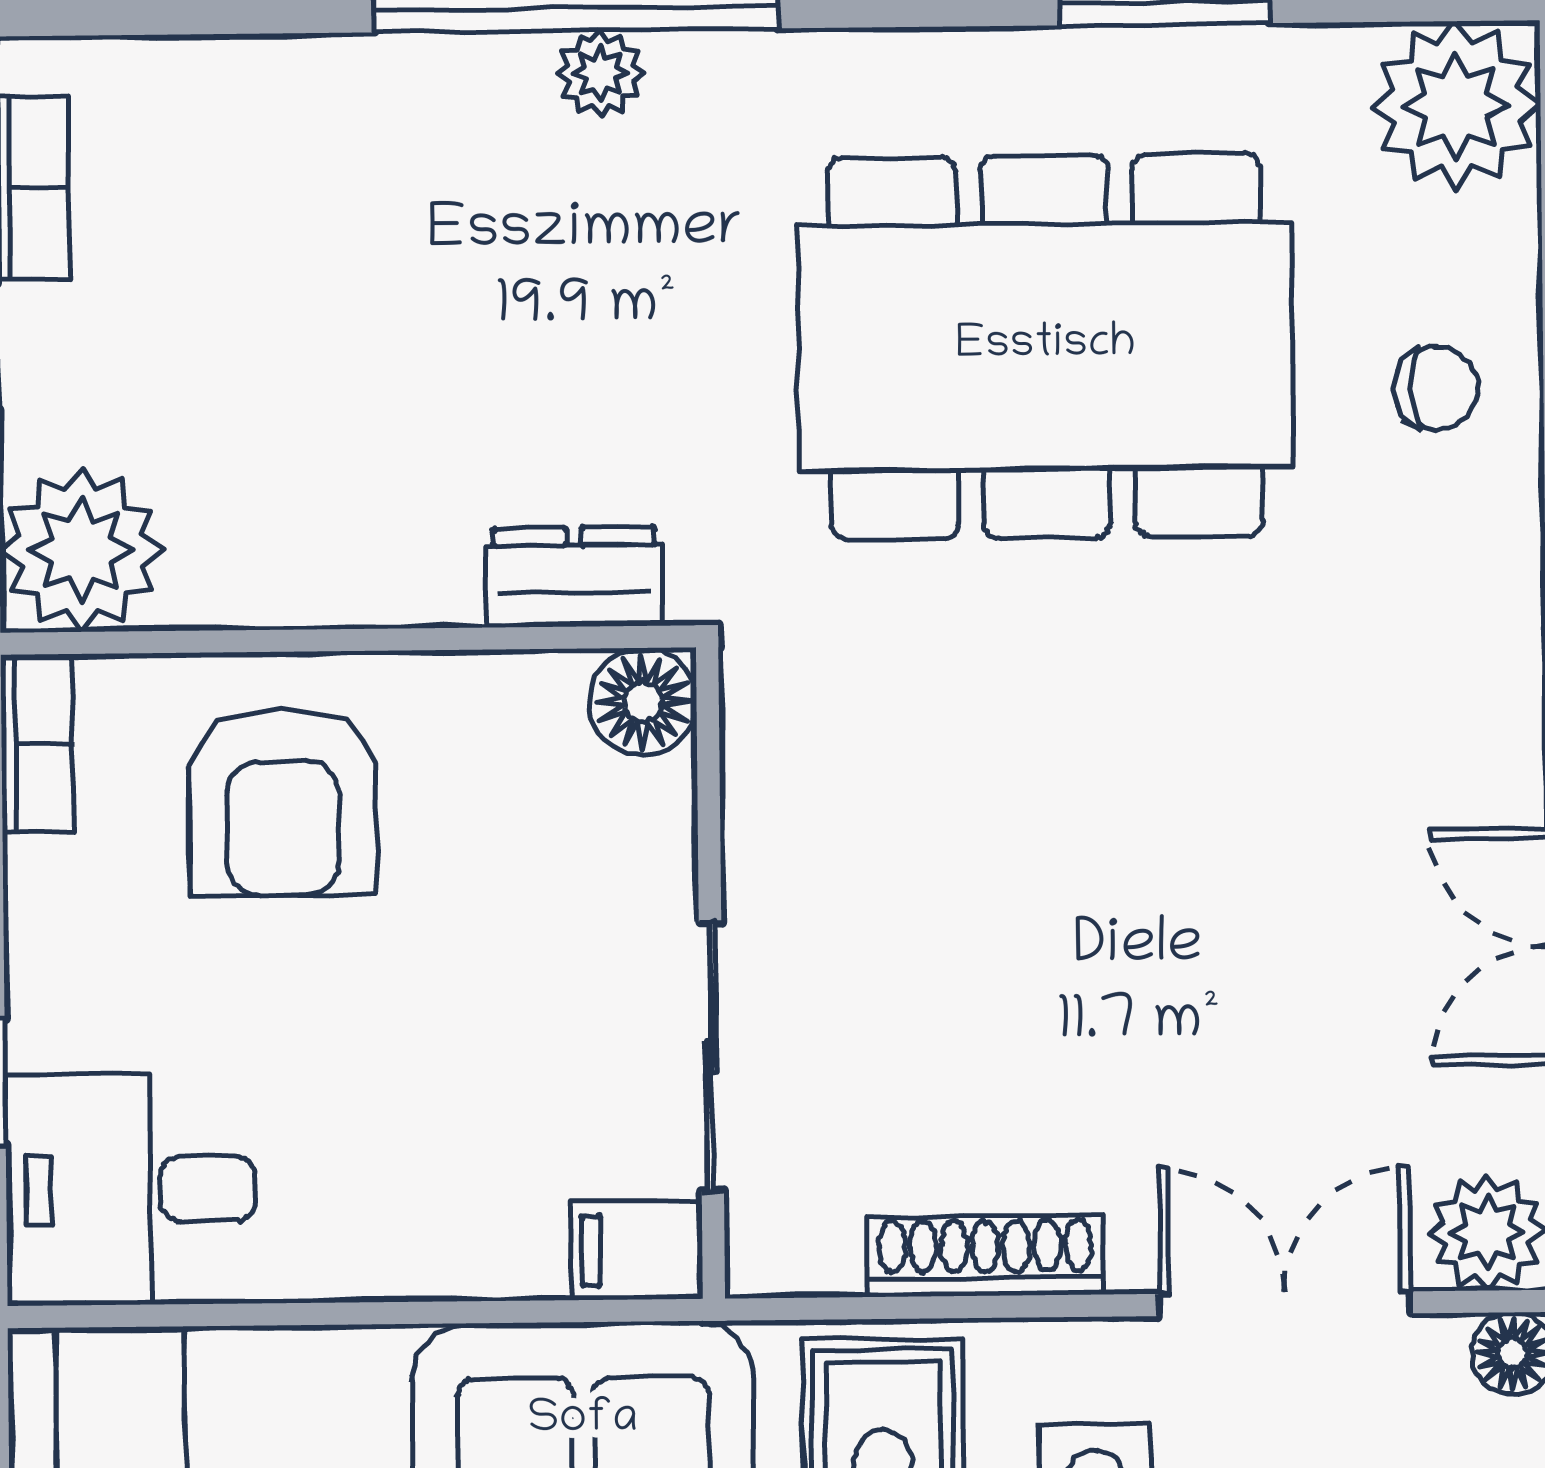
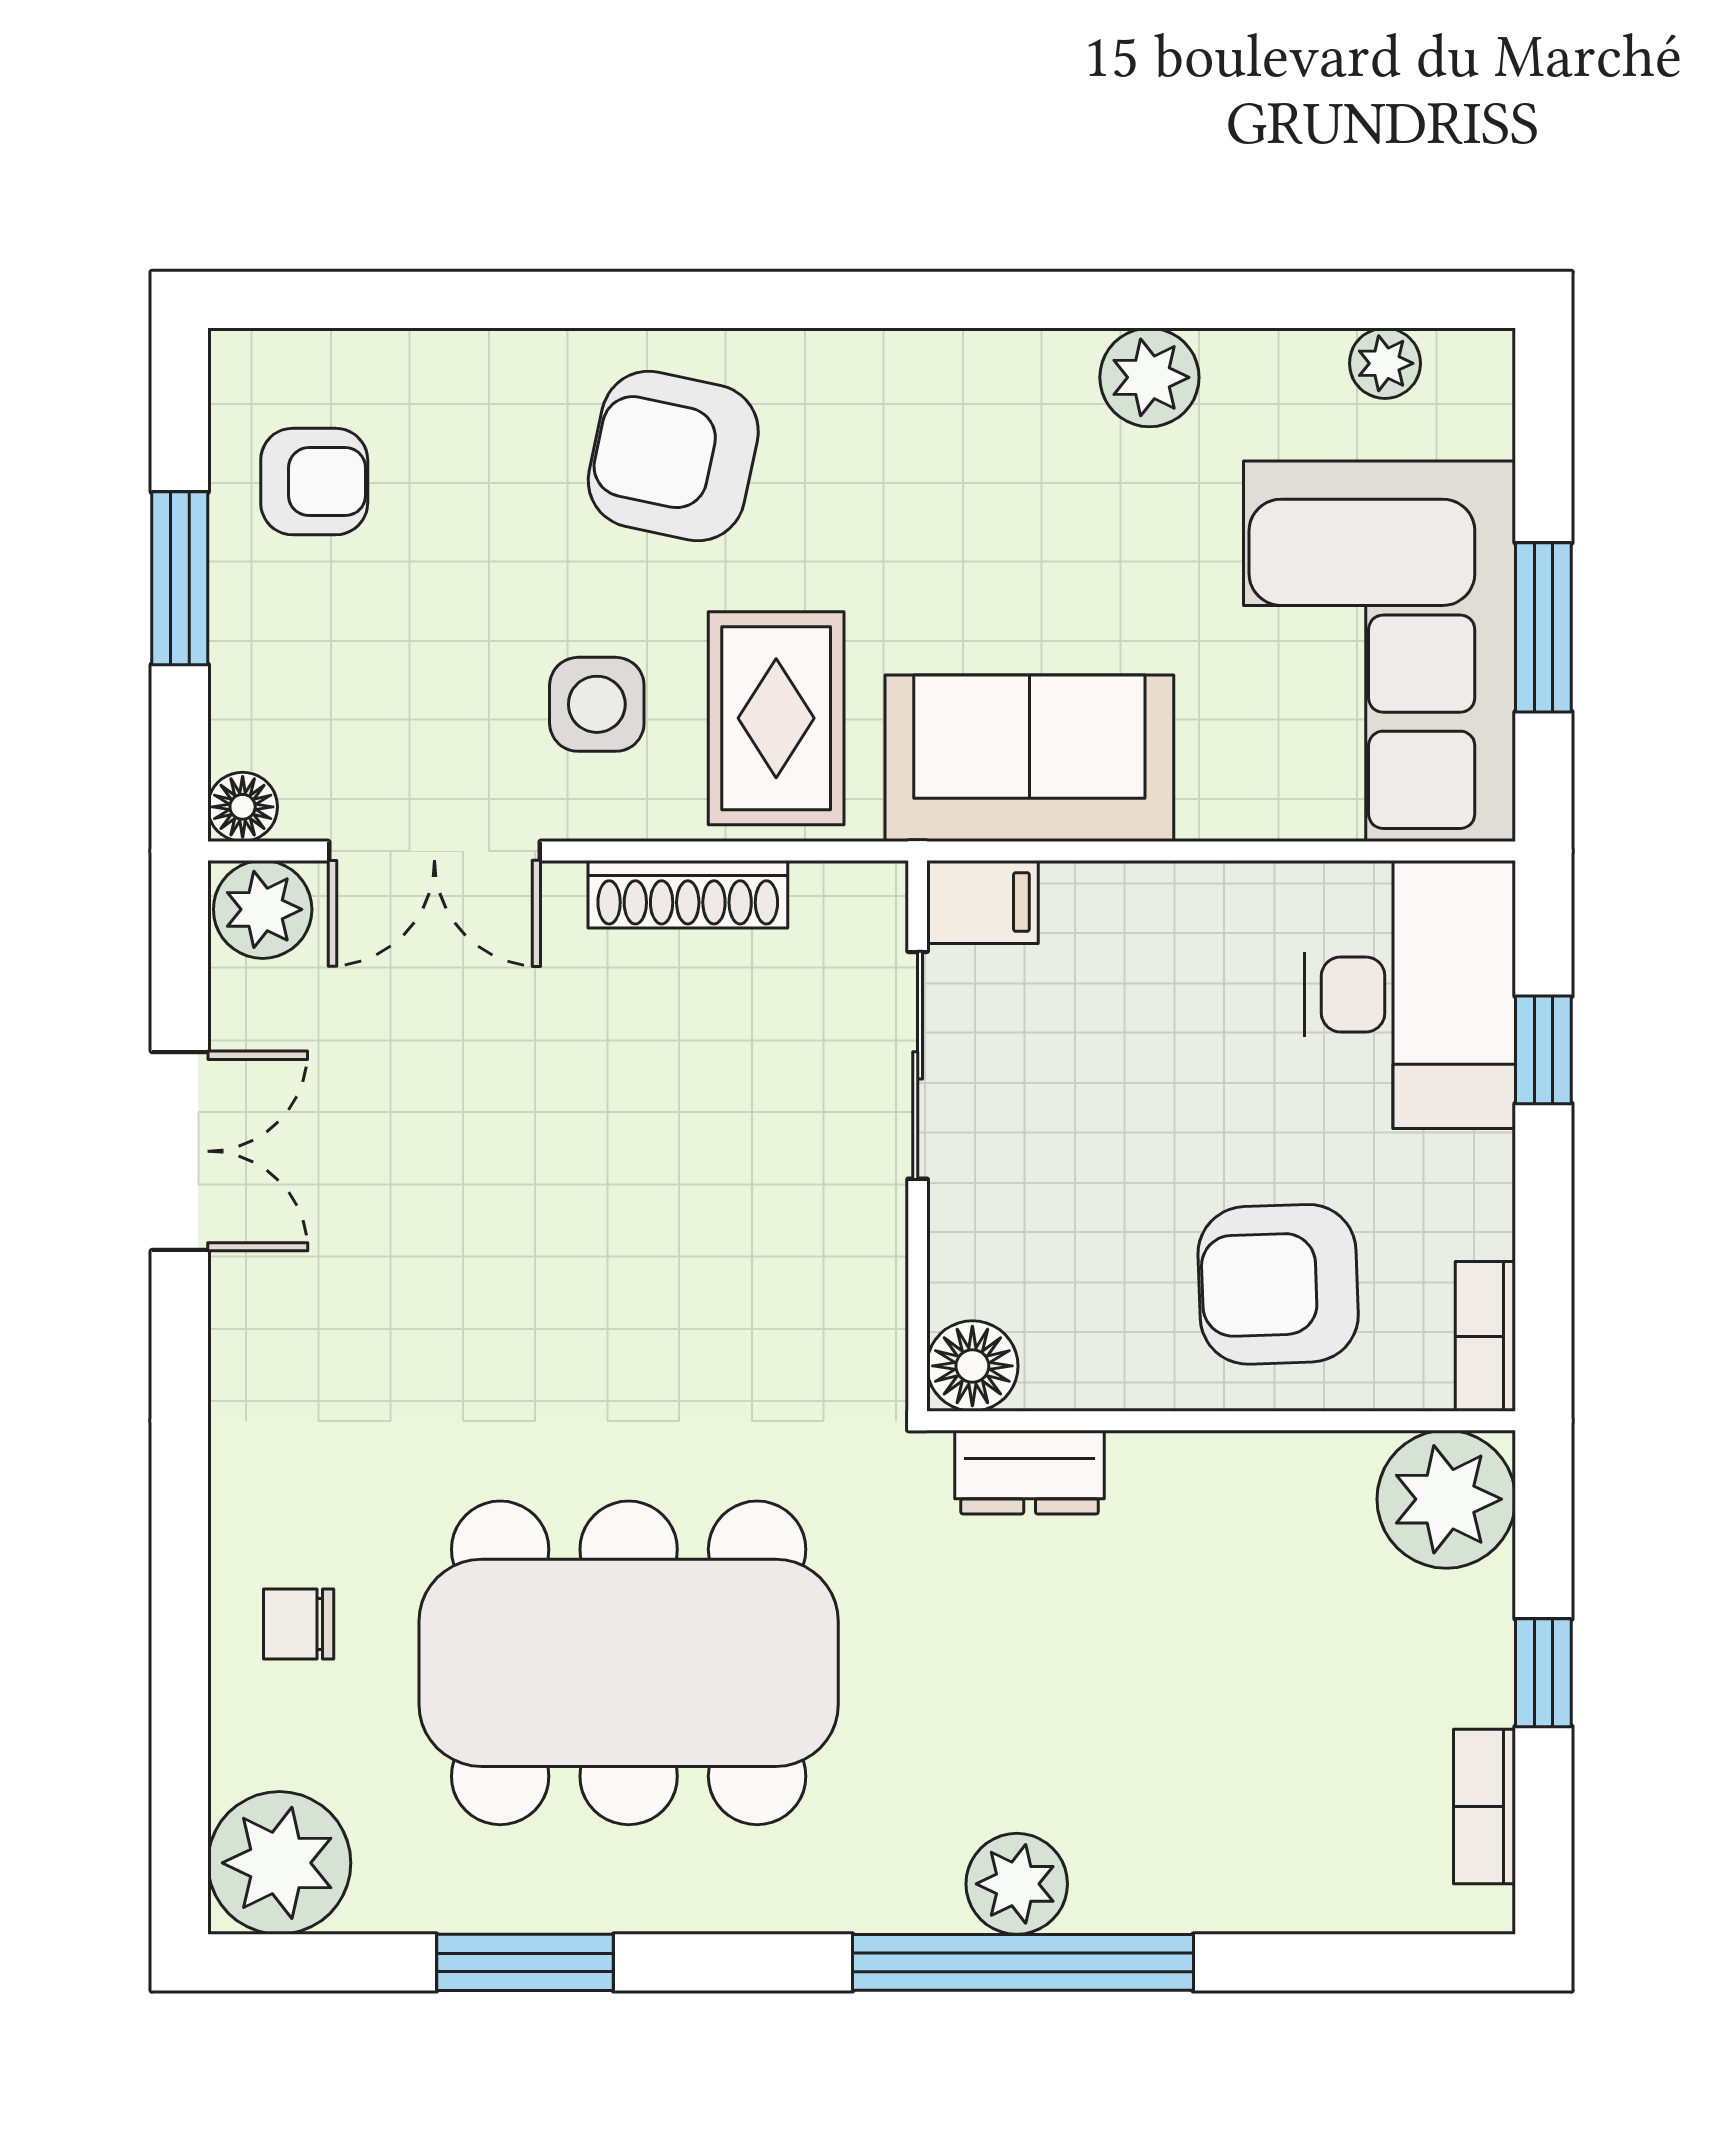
plant: (600, 74) -> (1017, 1884), width x1.38, depth x1.38
armchair: (283, 802) -> (1278, 1284), turned -92
desk: (131, 1189) -> (1410, 994), width x1.37

